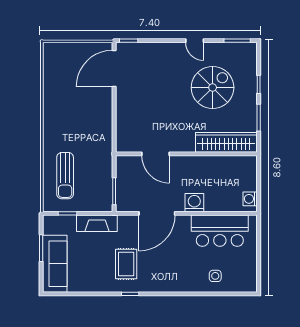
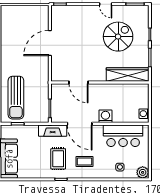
door: (114, 68) -> (50, 43), moved
sun lounger: (65, 176) -> (16, 98), width x1.36, depth x1.34
door: (157, 213) -> (80, 124), hinge flipped
fireplace: (97, 223) -> (53, 131), moved
coffee table: (164, 268) -> (84, 161), added
plant: (248, 284) -> (143, 172), added

